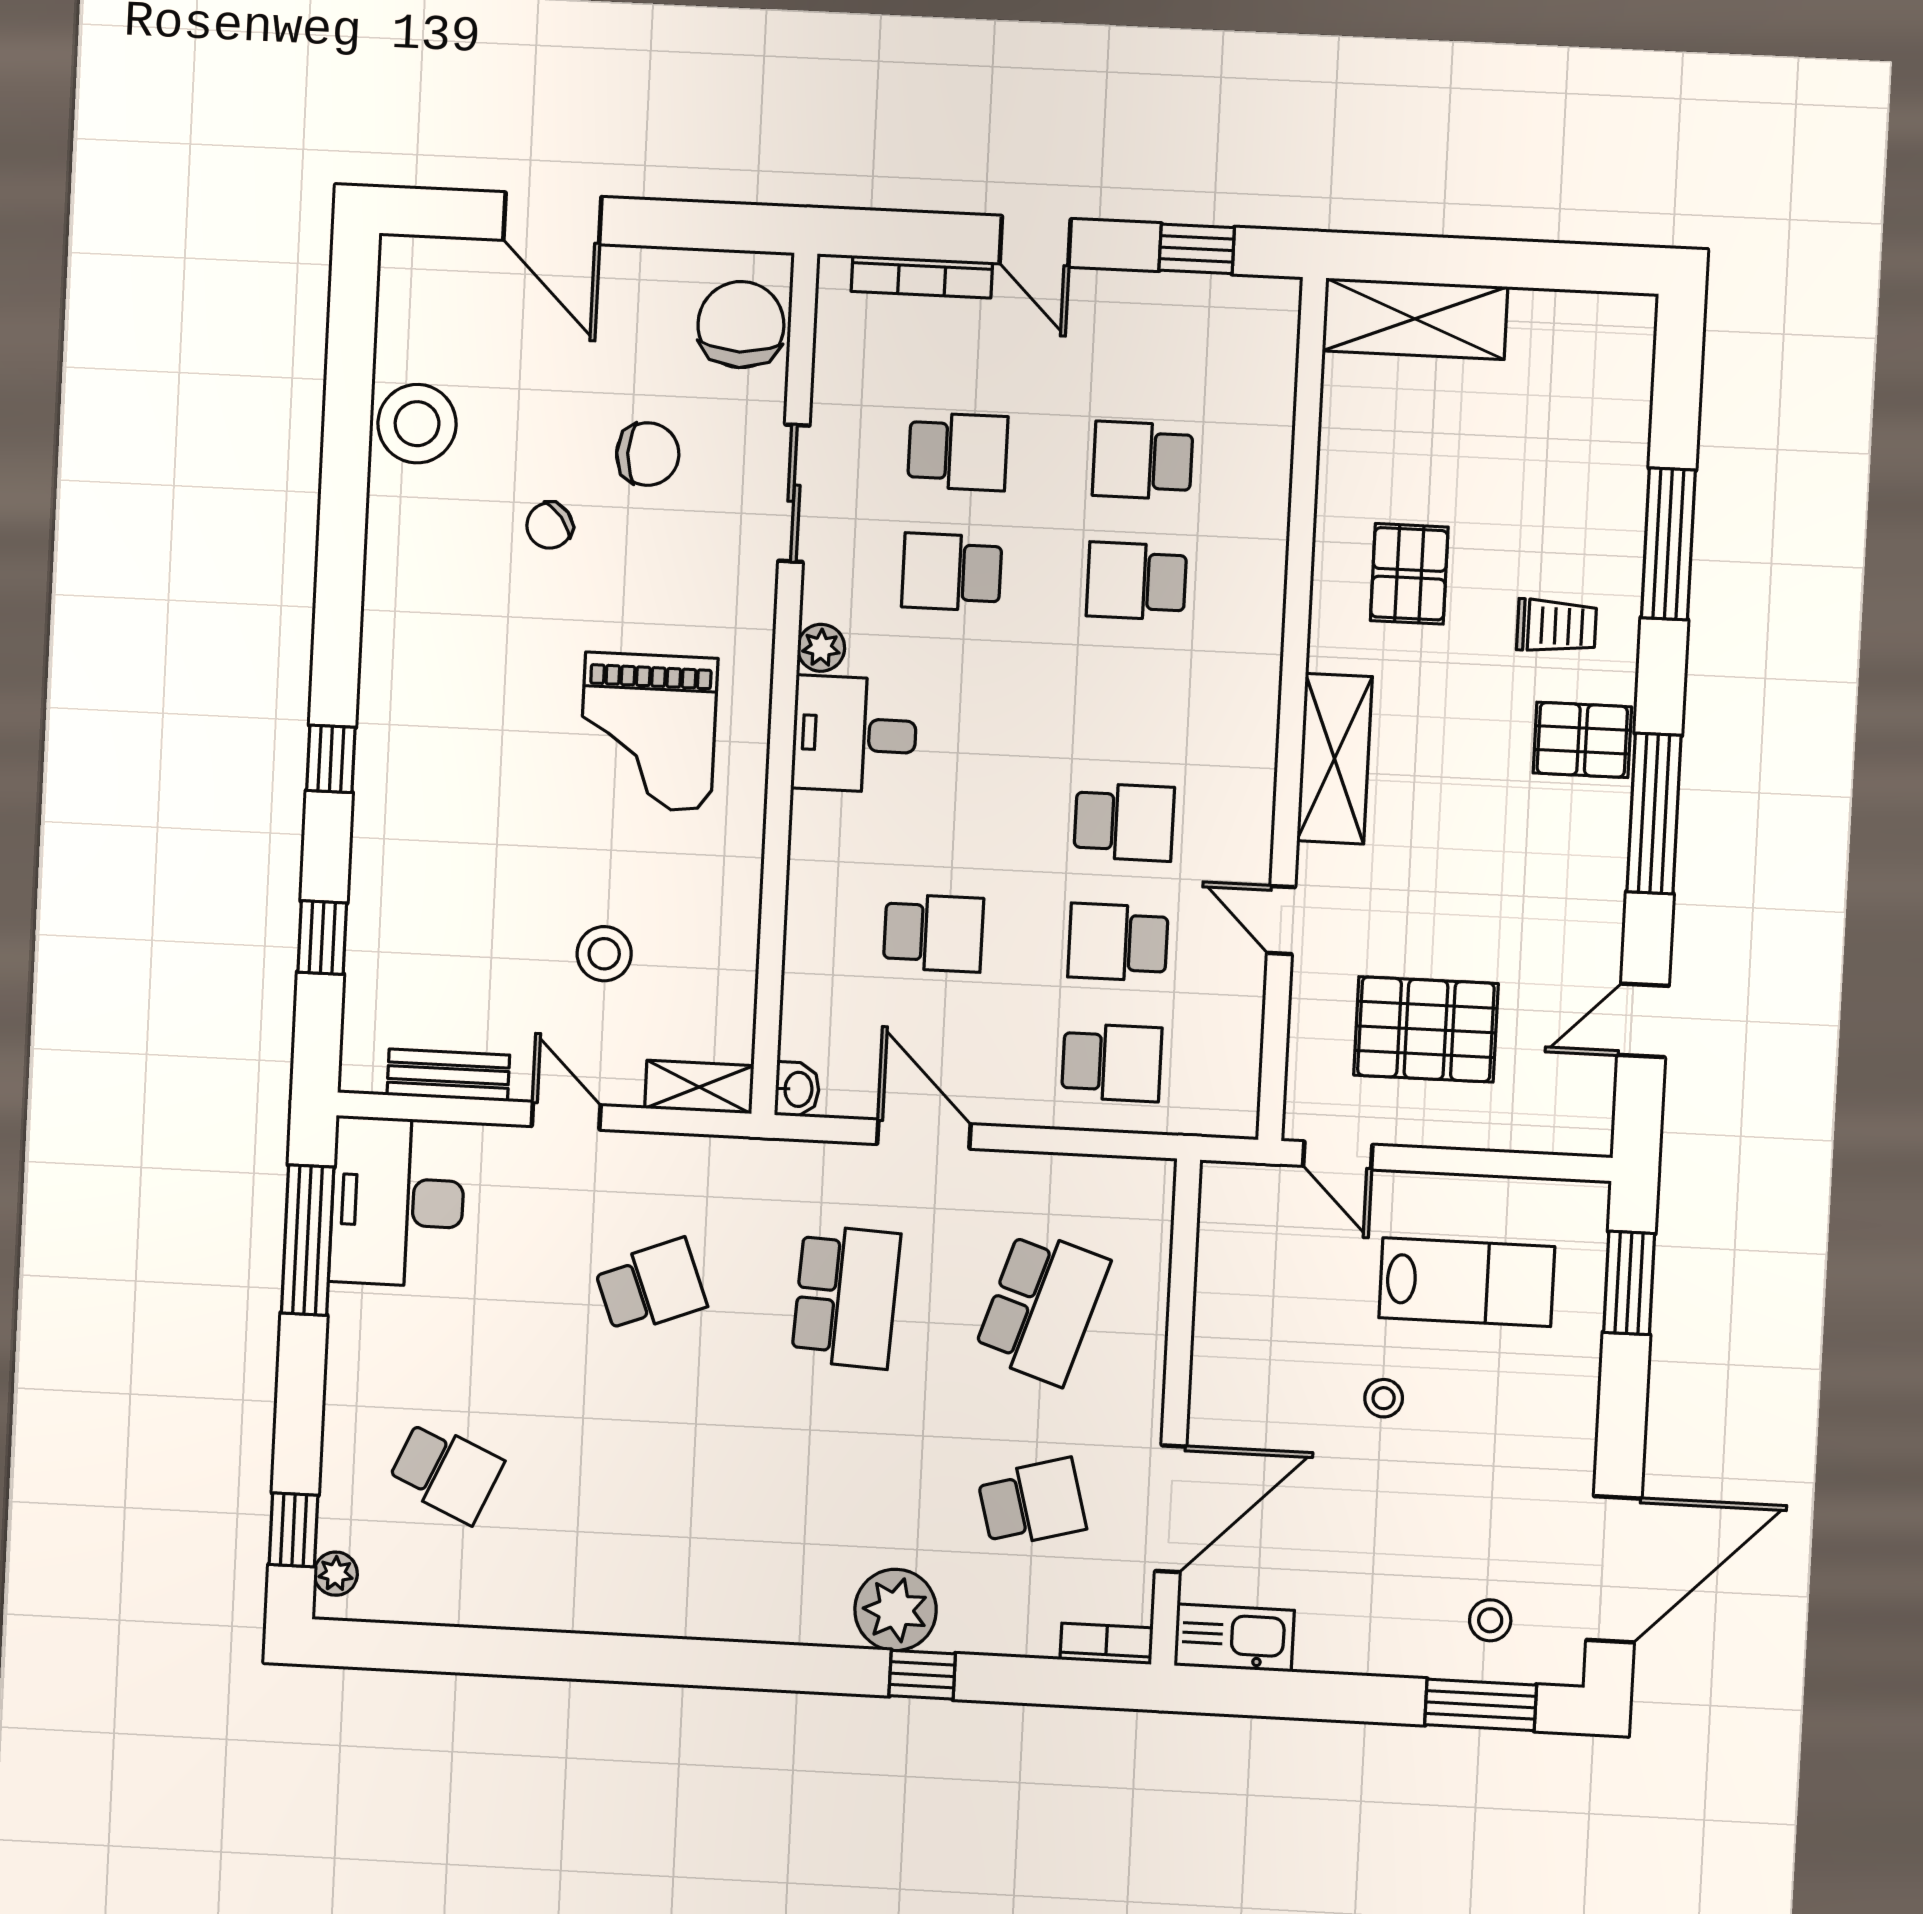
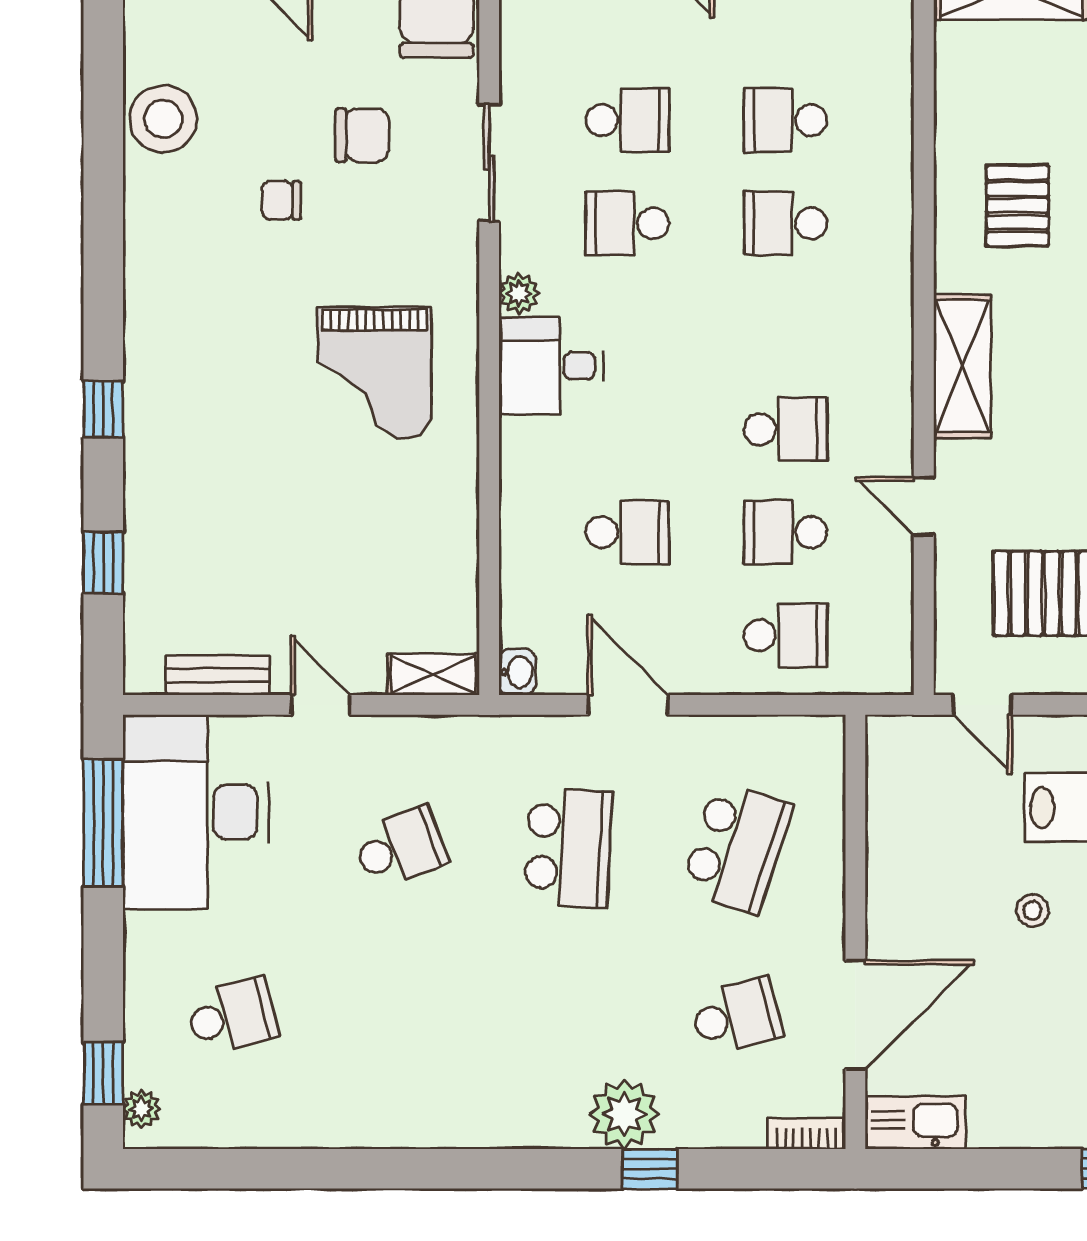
chair: (550, 525) -> (281, 200), turned 38
stool: (604, 954) -> (346, 564), removed
desk: (397, 1202) -> (196, 812), width x1.36, depth x1.30
school desk: (446, 1472) -> (232, 1016), turned -39

